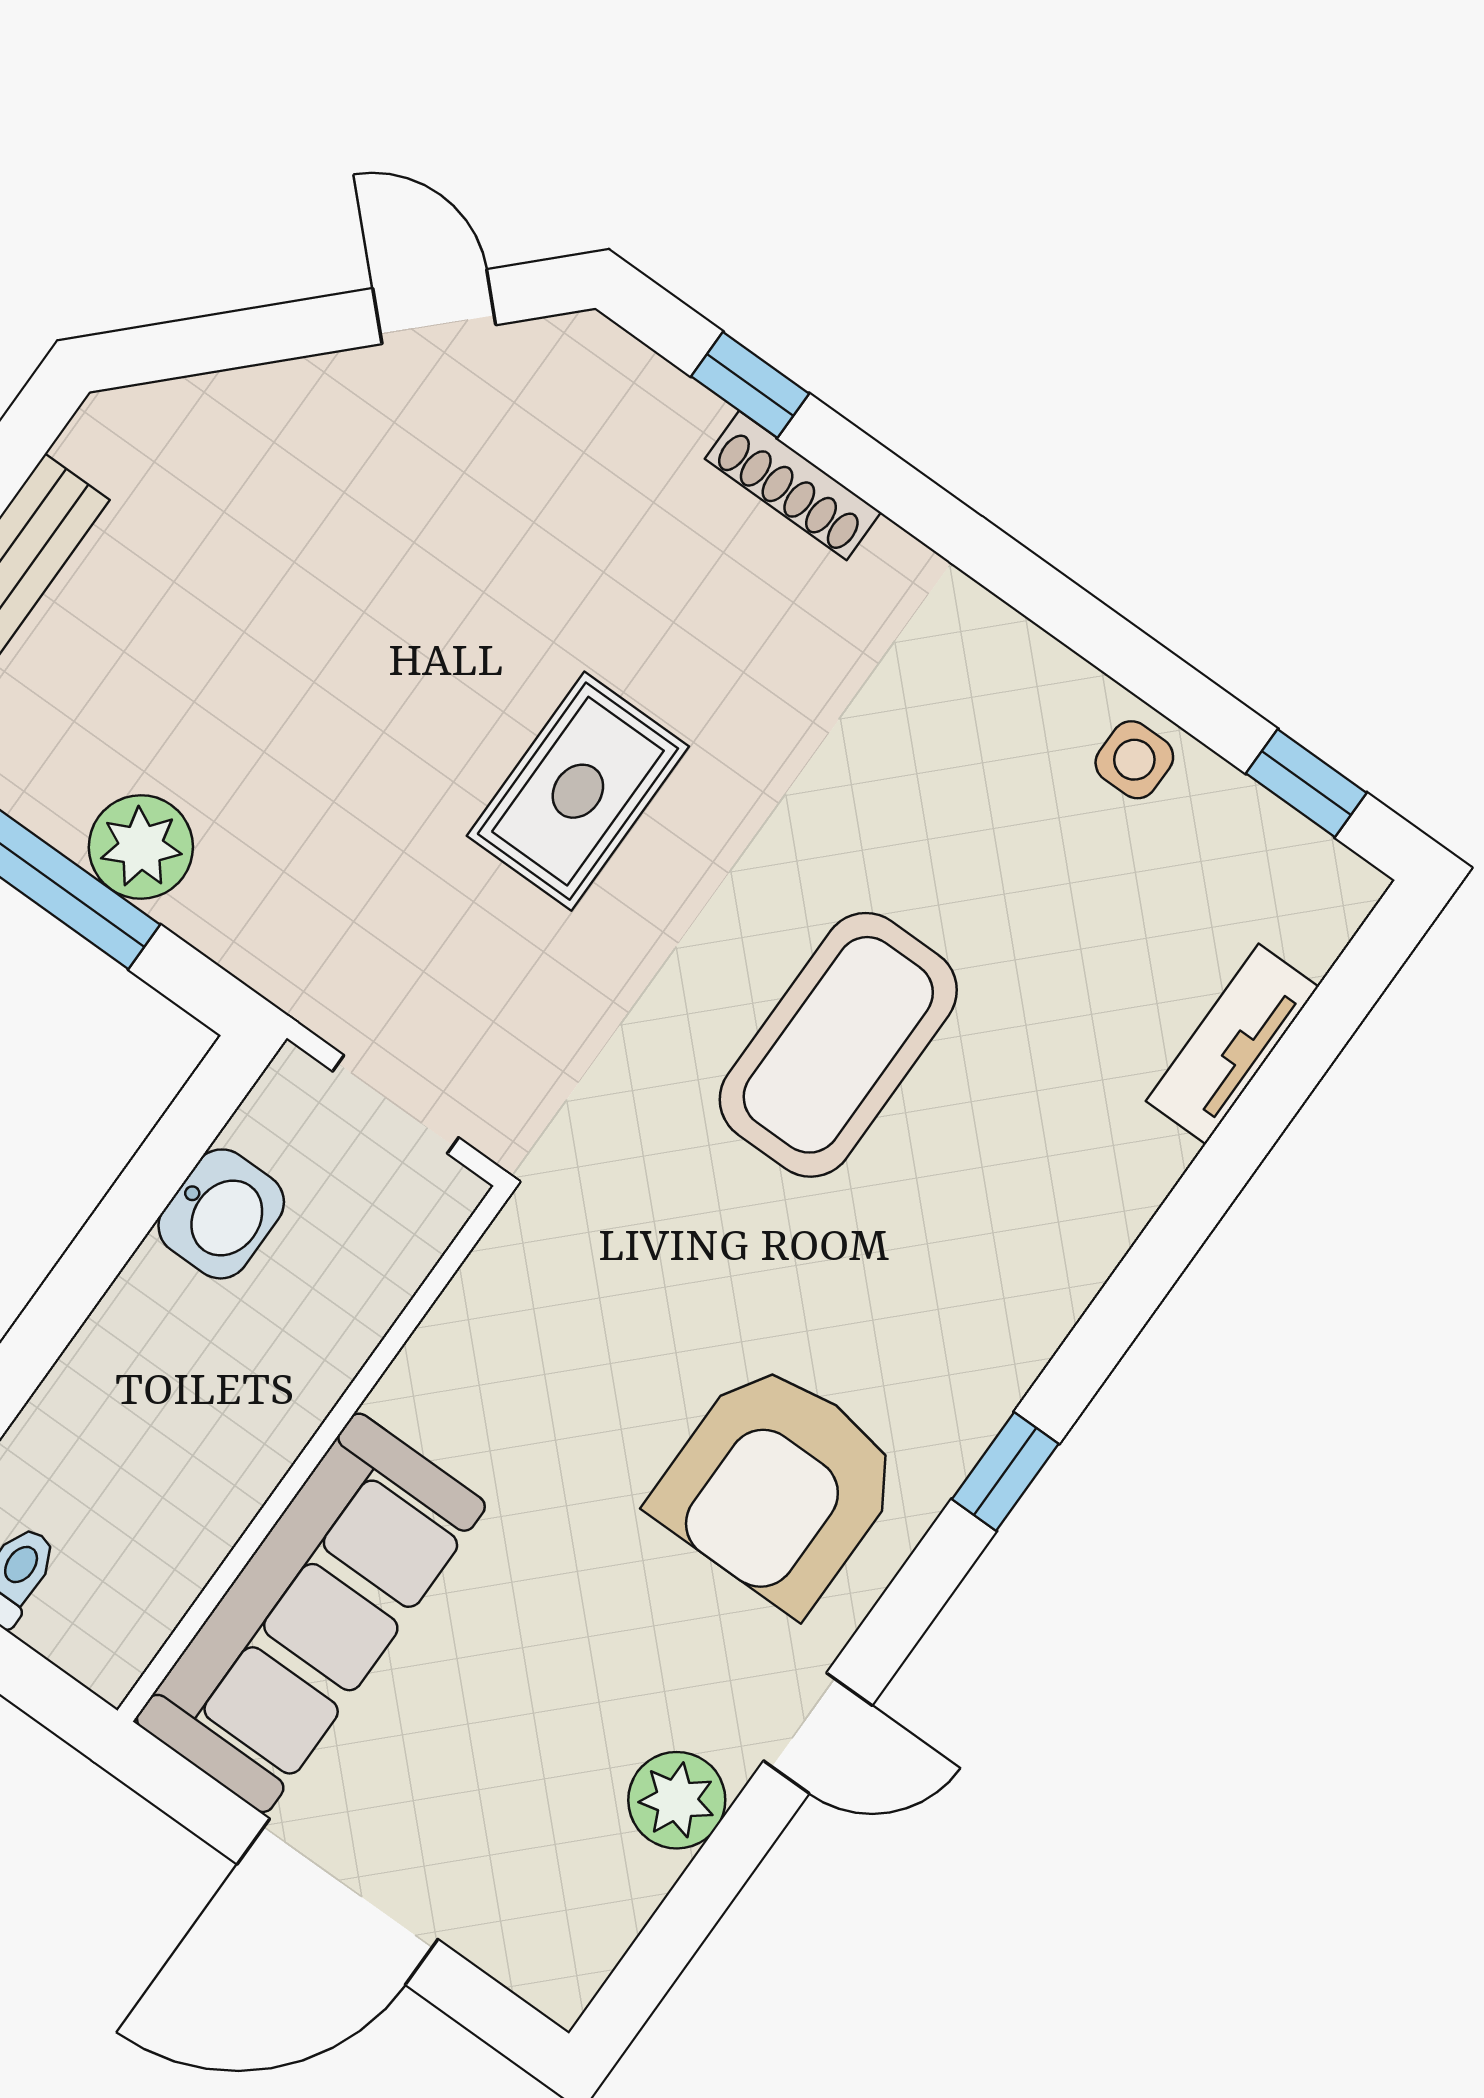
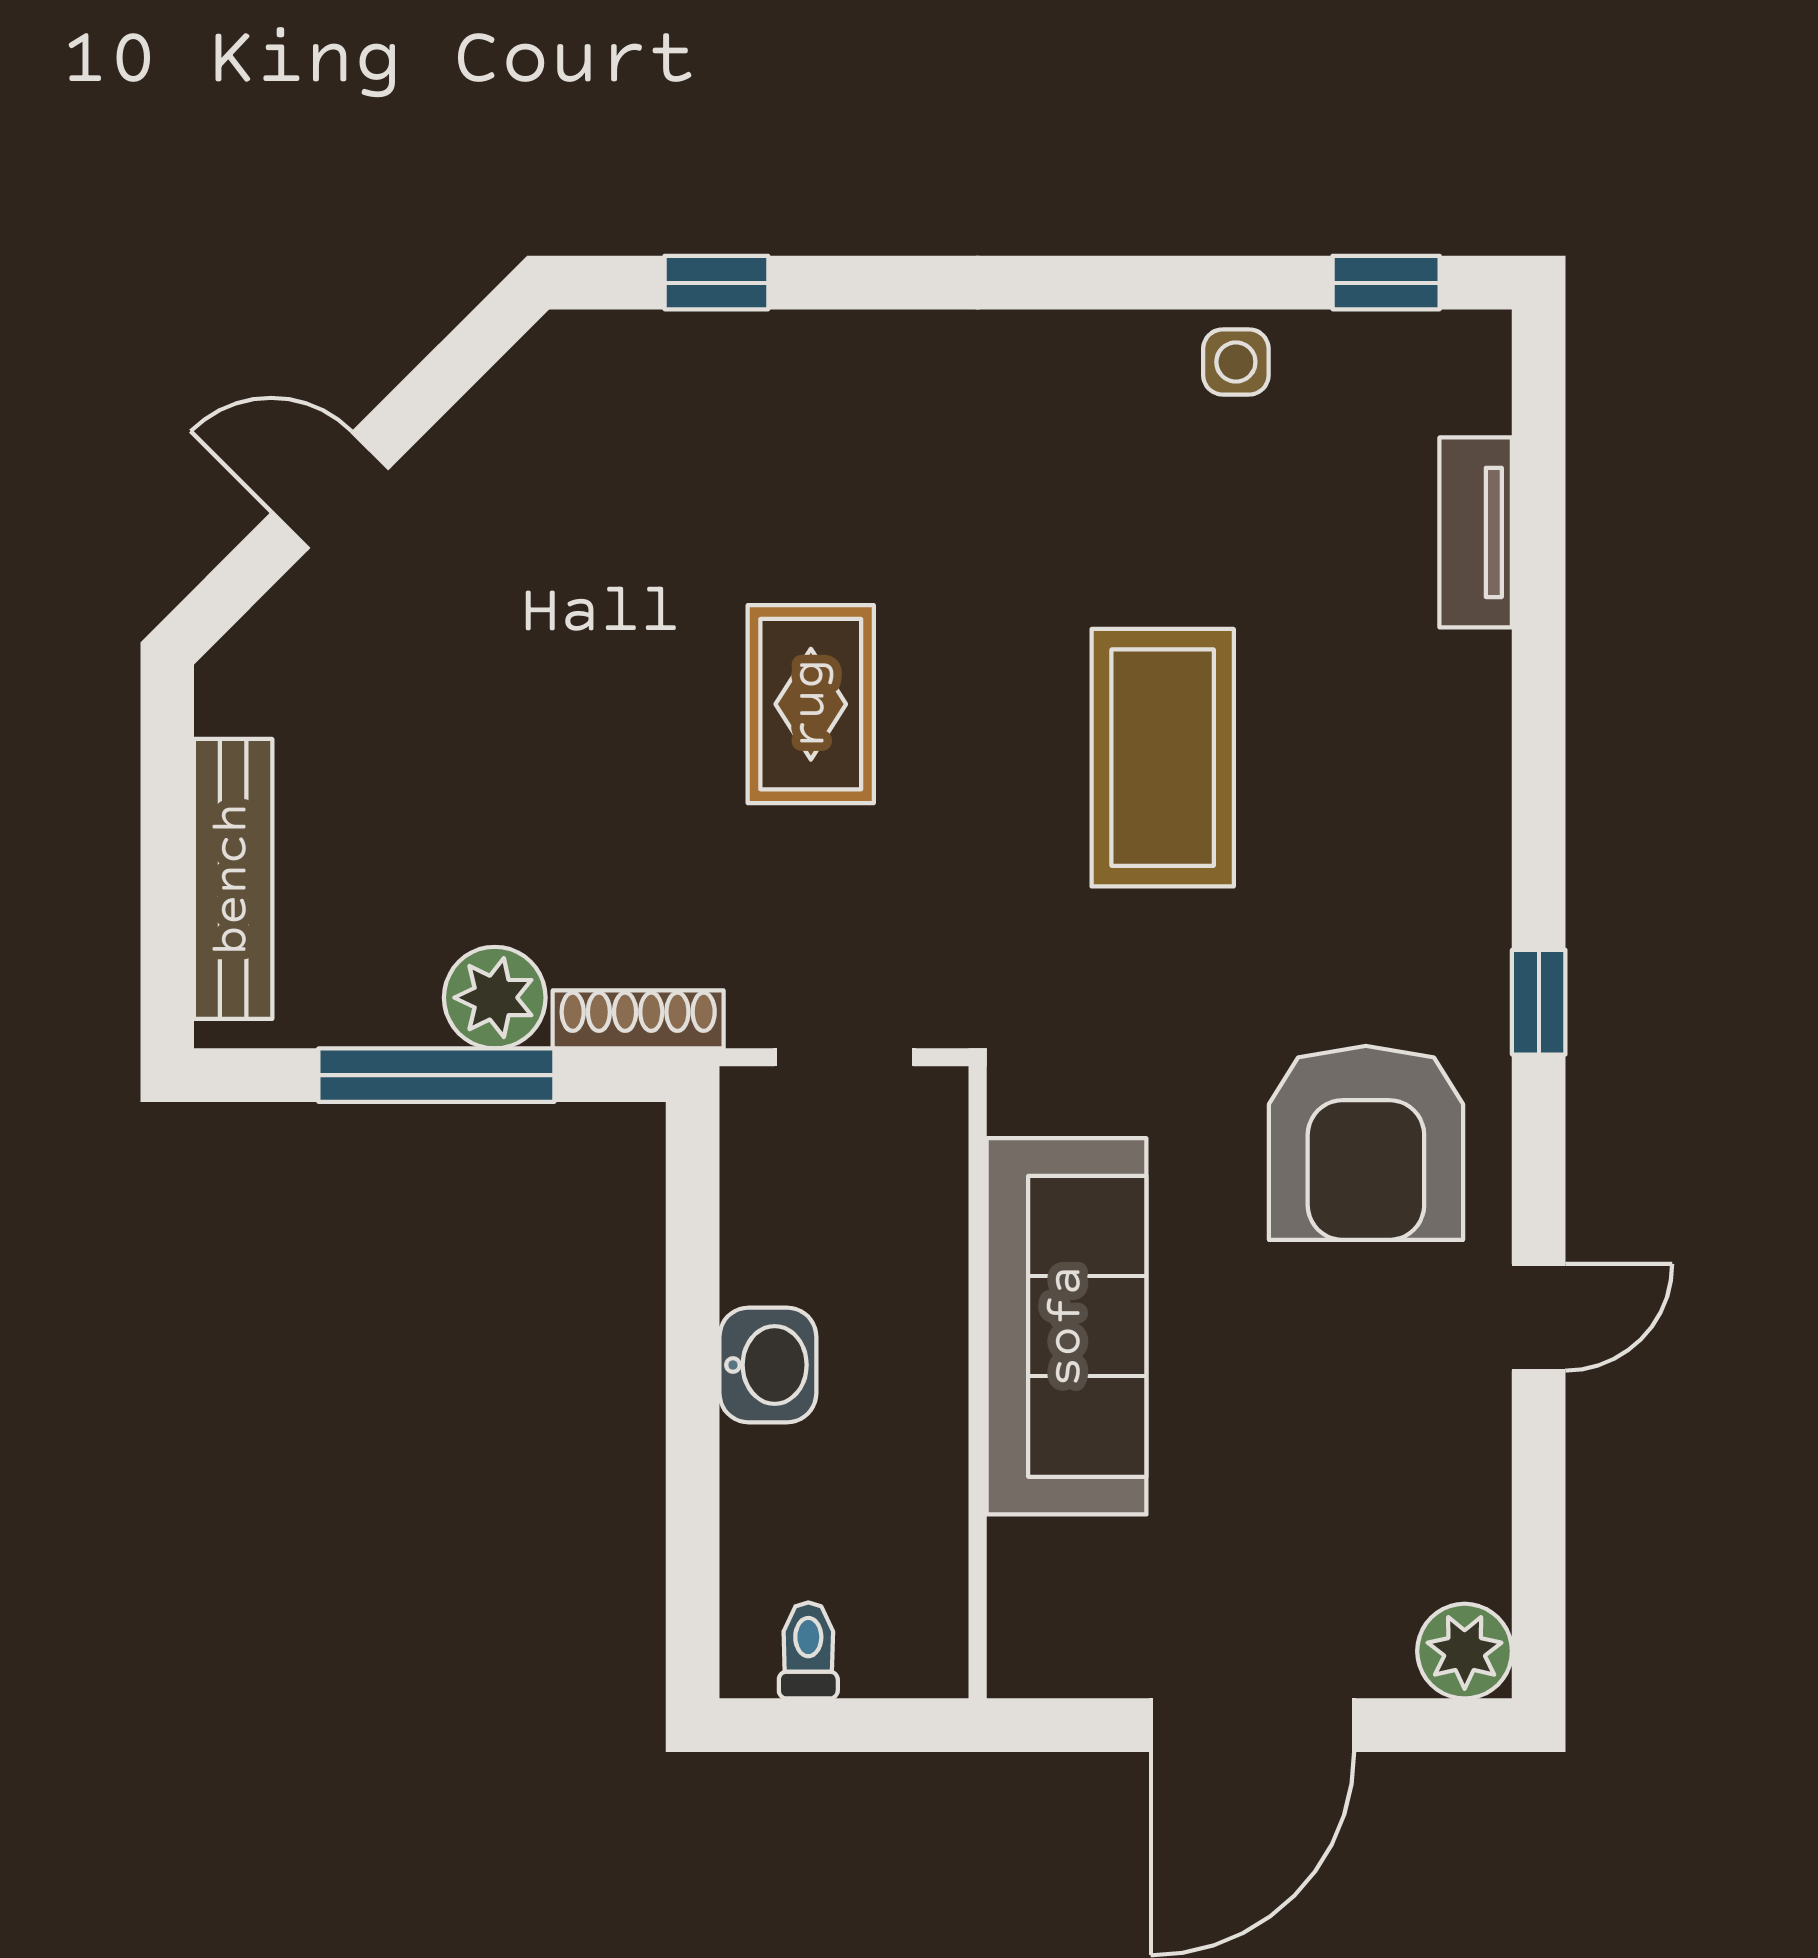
door: (434, 307) -> (330, 490), moved
shoe rack: (793, 486) -> (638, 1019), moved, turned 180
washbasin: (221, 1214) -> (768, 1365), moved
sofa: (311, 1613) -> (1067, 1326), moved
plant: (677, 1800) -> (1465, 1651), moved

